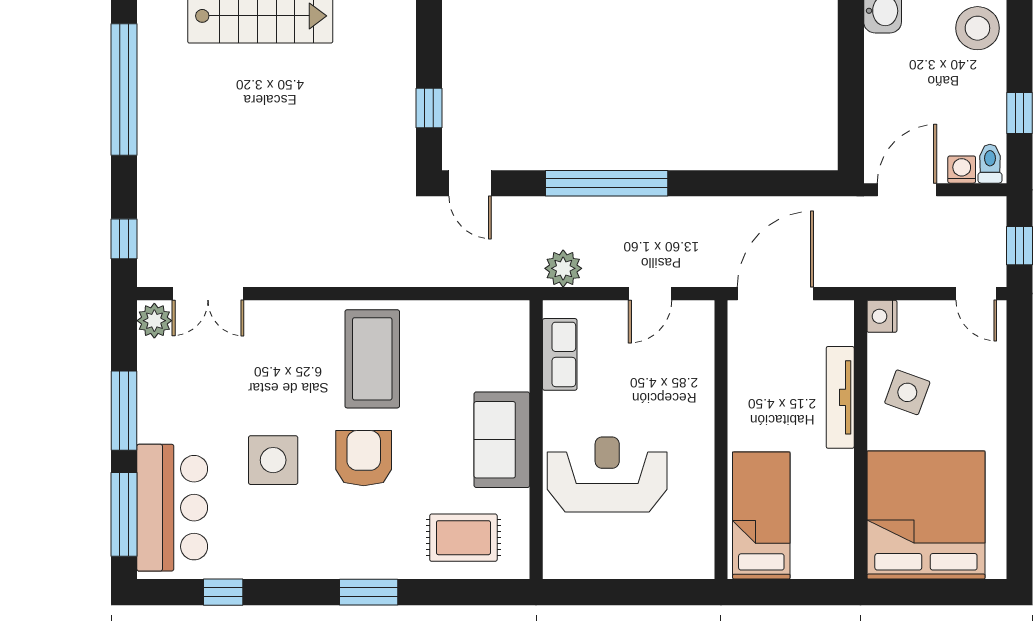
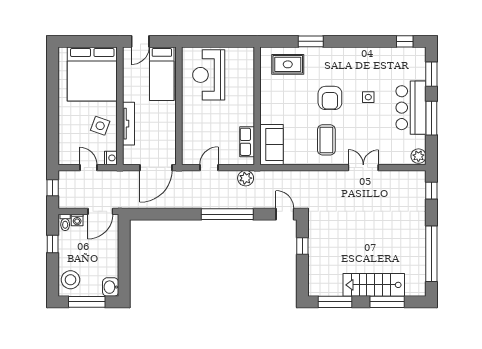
double door: (208, 294) -> (363, 168), moved
door: (976, 294) -> (88, 168), moved
coffee table: (372, 359) -> (326, 140), width x0.73, depth x0.76
sofa: (502, 440) -> (272, 145), moved
side table: (273, 460) -> (368, 97), width x0.54, depth x0.54
reception desk: (607, 474) -> (209, 75), moved, turned 90
bar counter: (172, 508) -> (411, 108), moved
window: (124, 514) -> (431, 74), width x0.69
window: (223, 592) -> (405, 41), moved
window: (369, 592) -> (311, 41), moved
door: (812, 592) -> (140, 41), added

